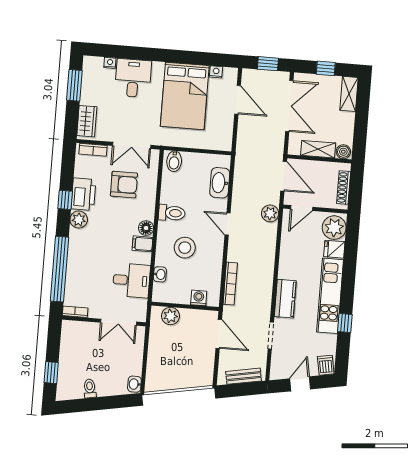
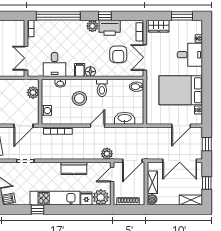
door: (302, 208) -> (112, 174), hinge flipped
kitchen counter: (285, 299) -> (74, 168), moved

